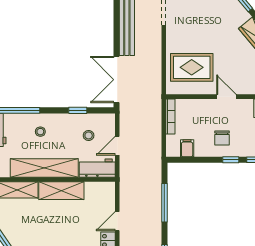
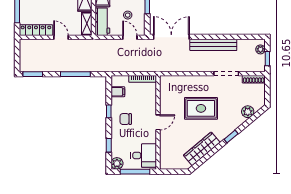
rug: (192, 67) -> (201, 108), moved, turned 90
door: (117, 146) -> (130, 37), moved
window: (231, 160) -> (109, 111), moved
shelving: (100, 188) -> (87, 24), added

